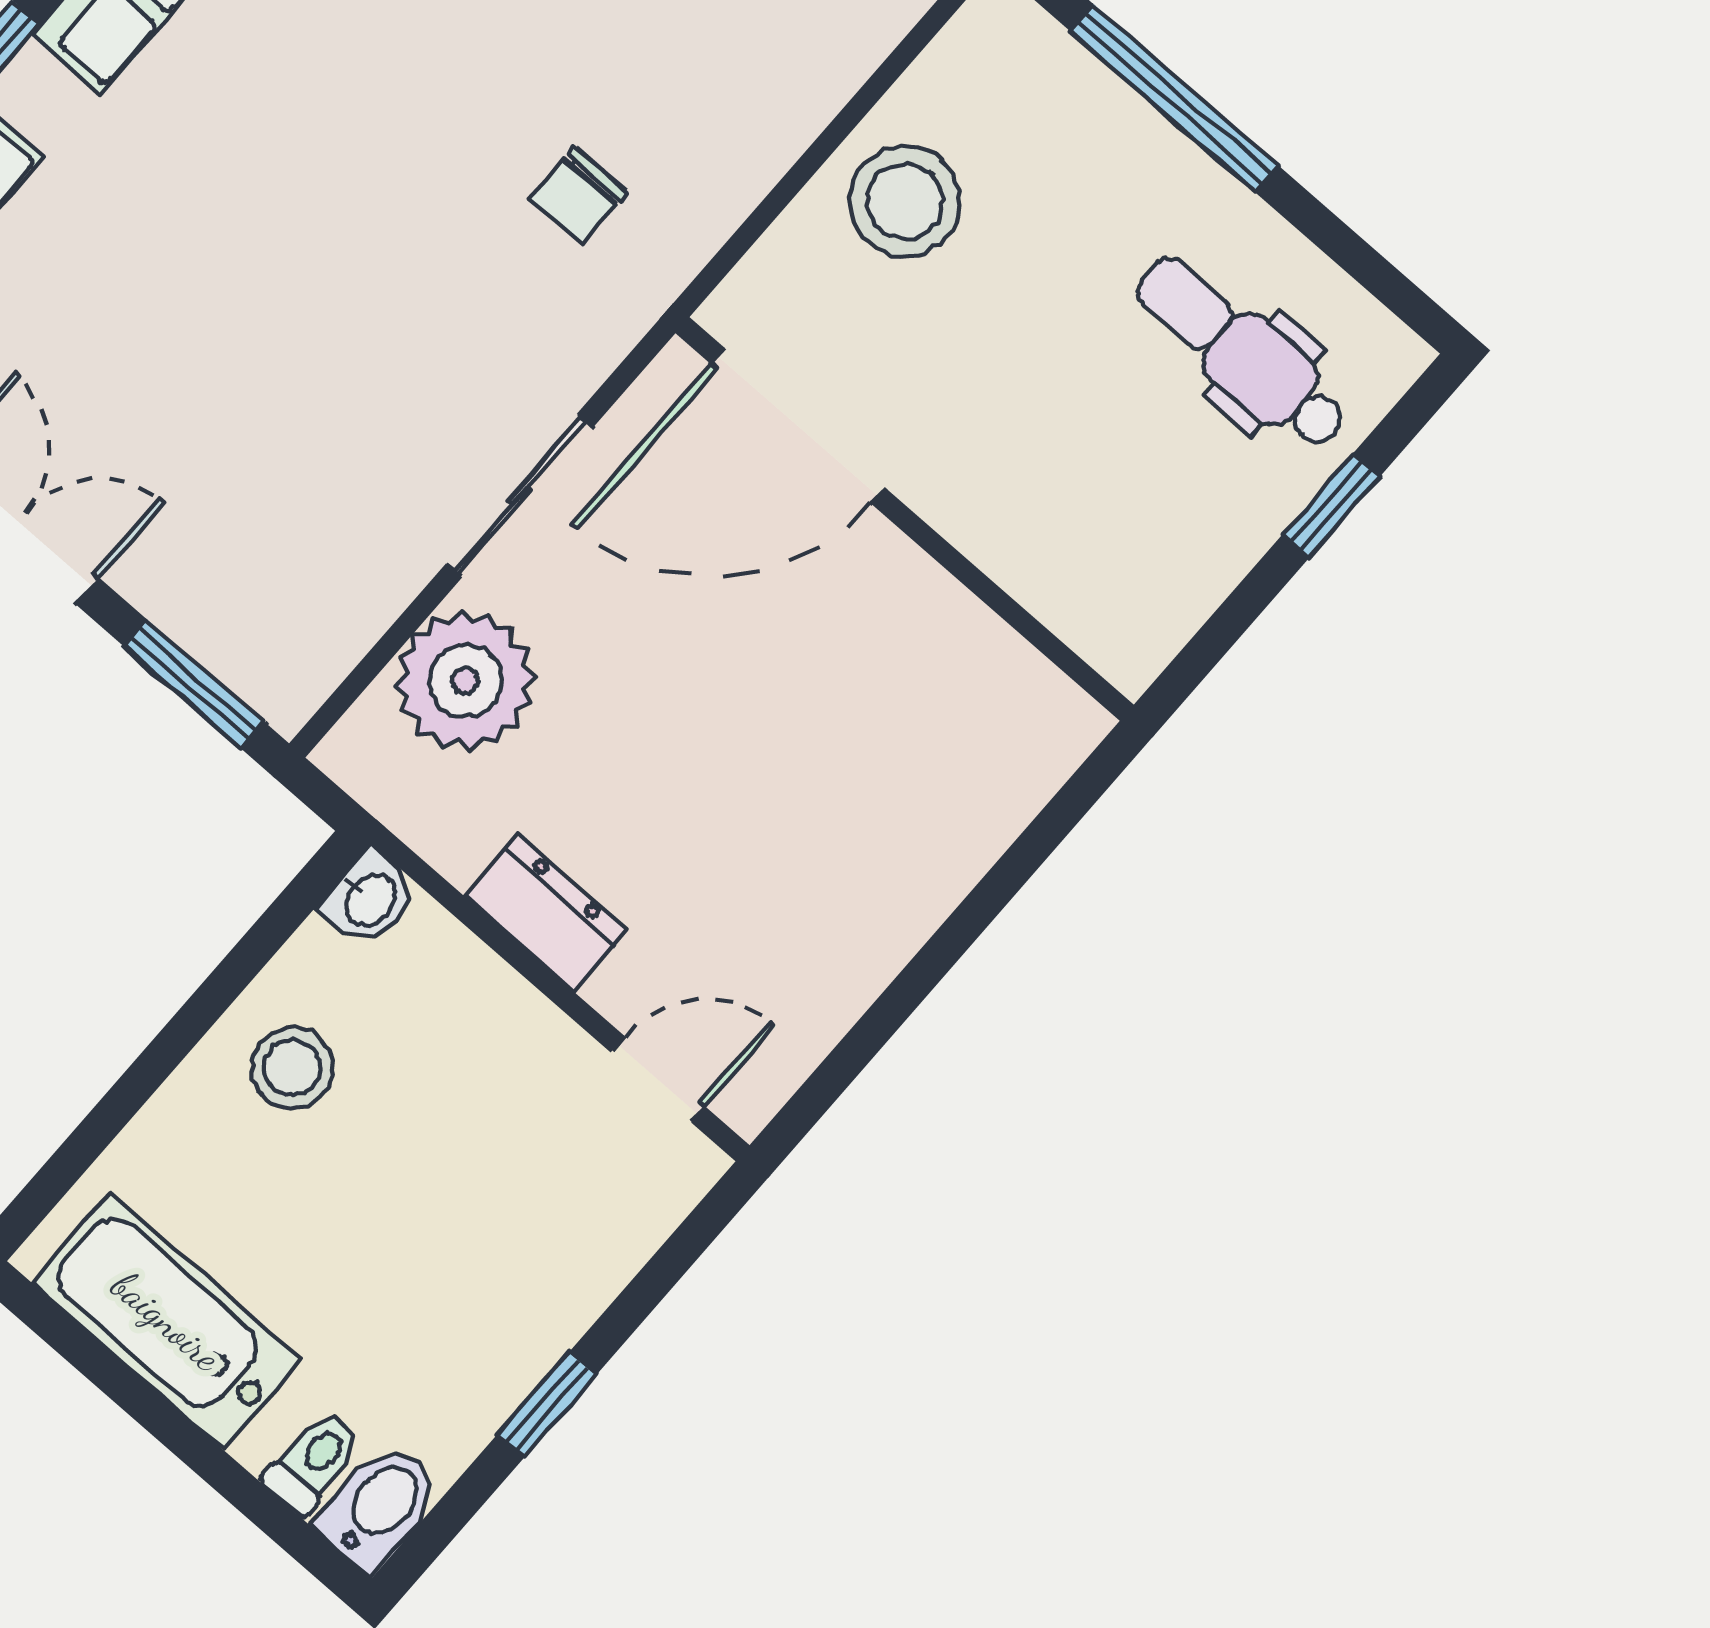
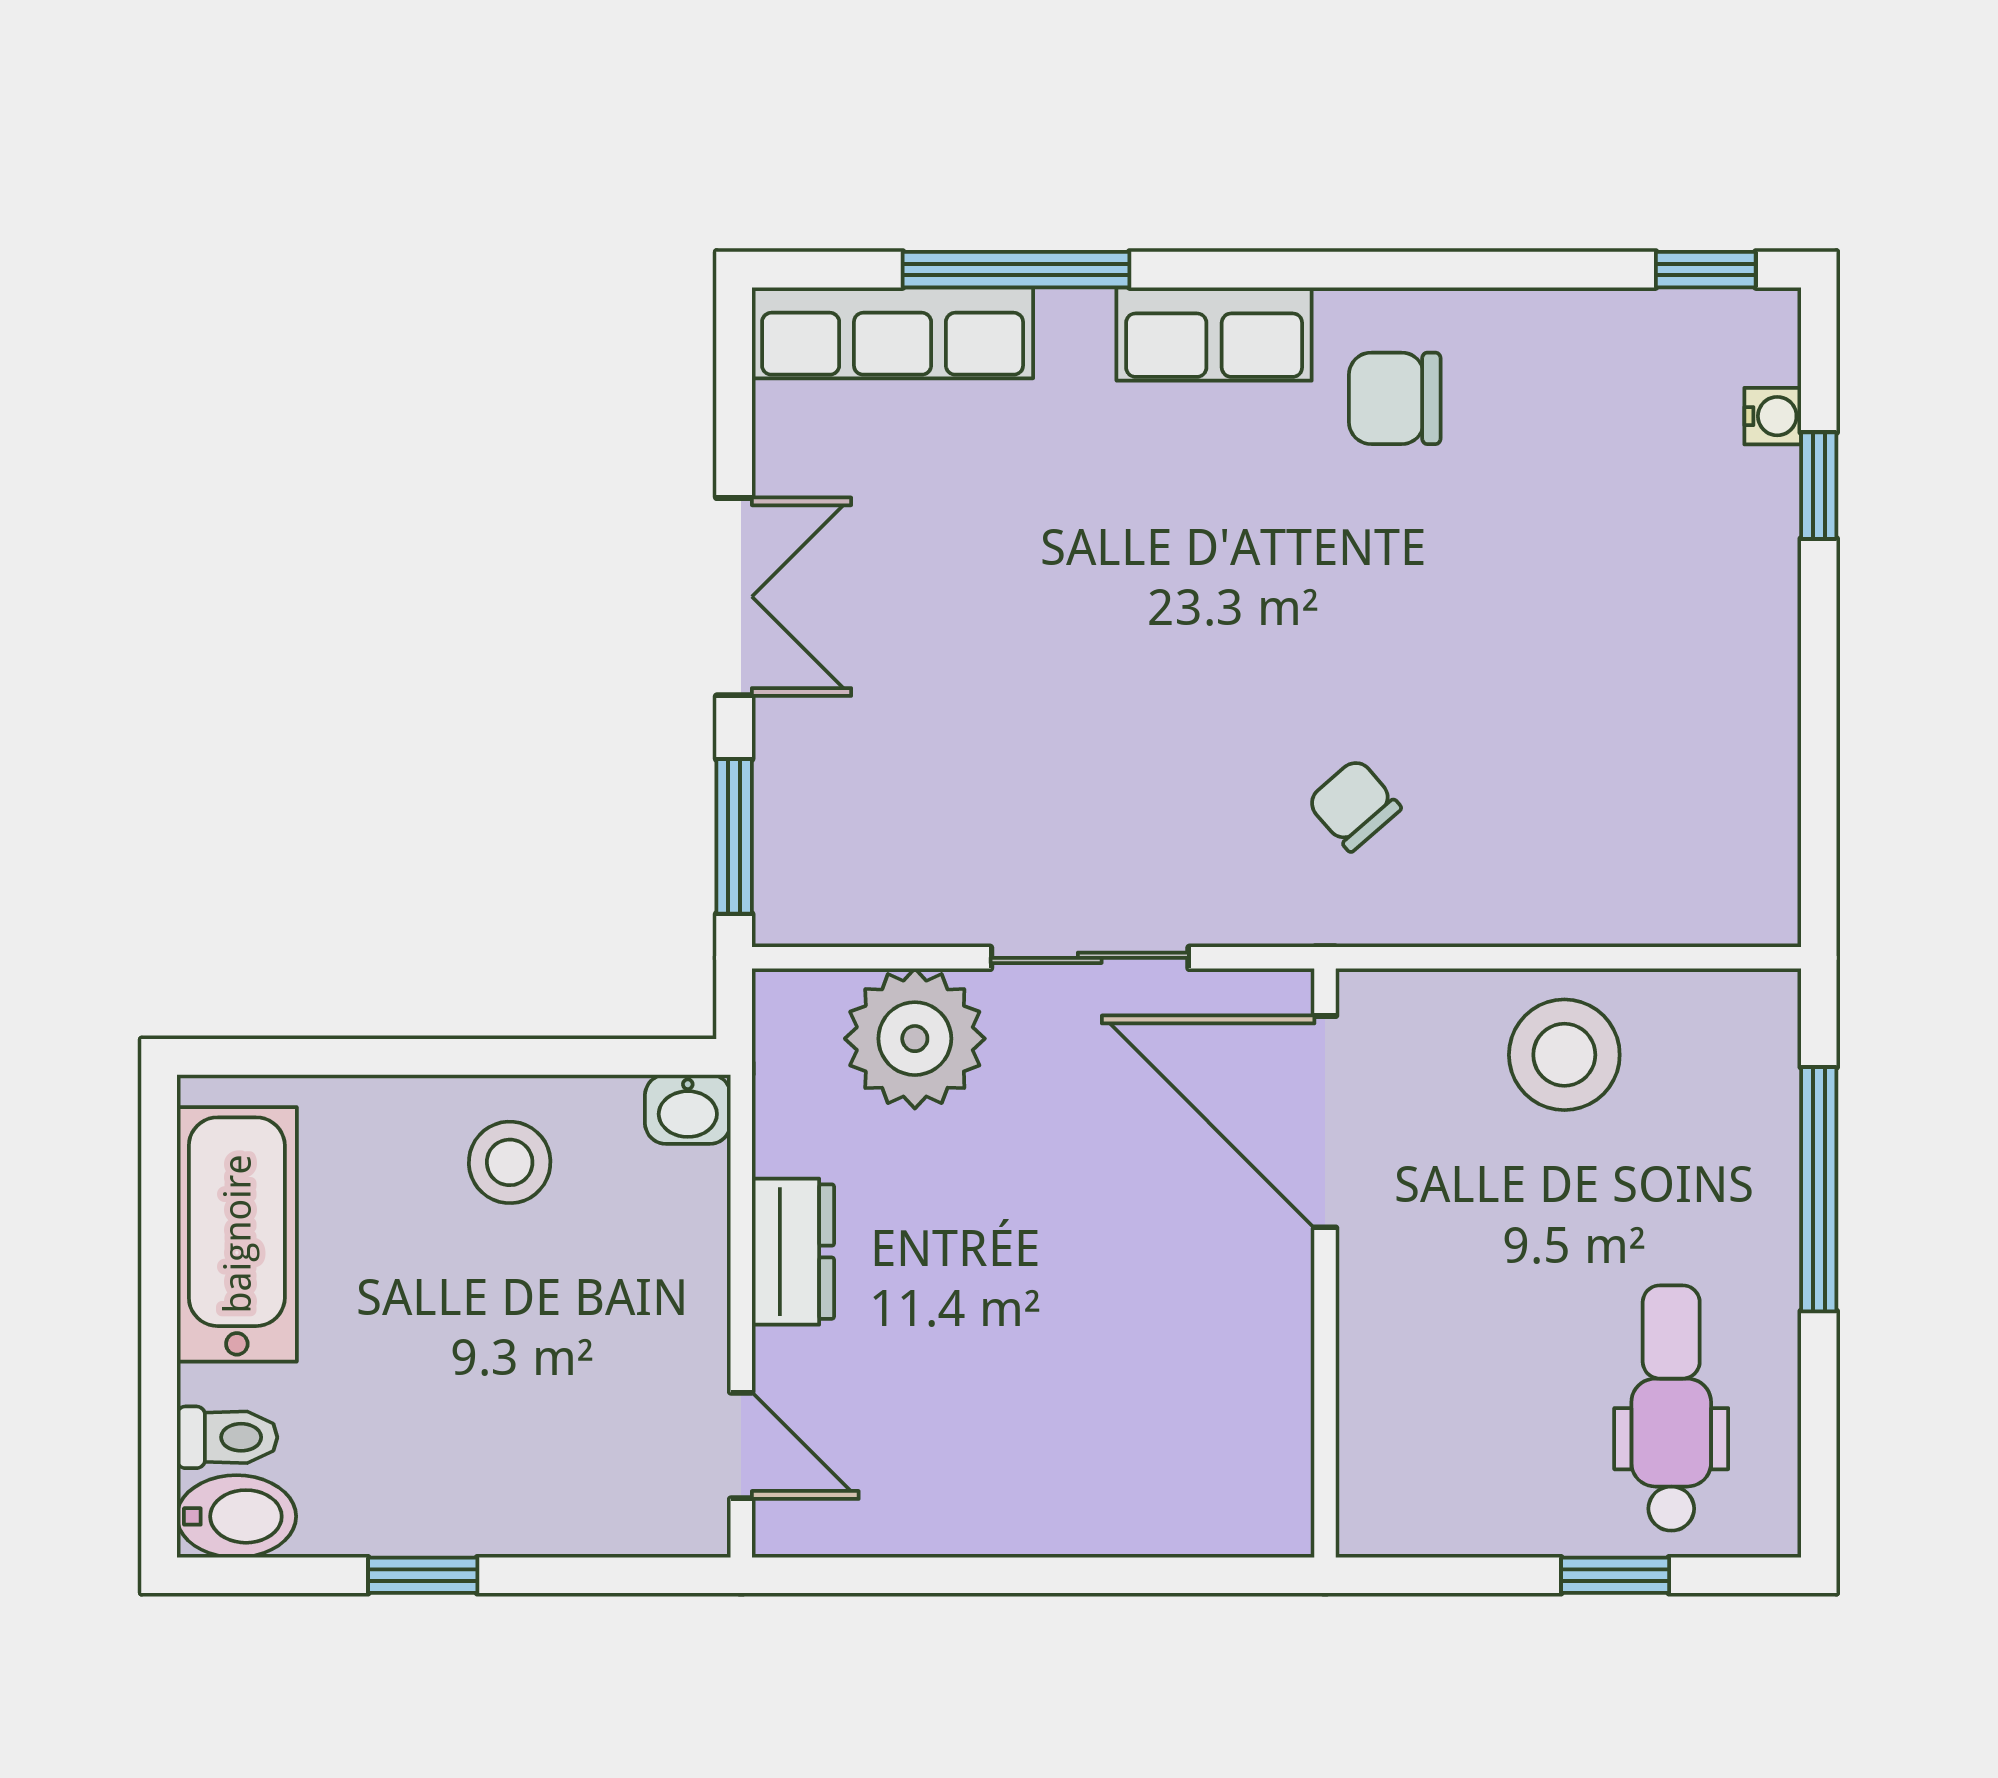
chair: (578, 196) -> (1354, 805), turned 49

